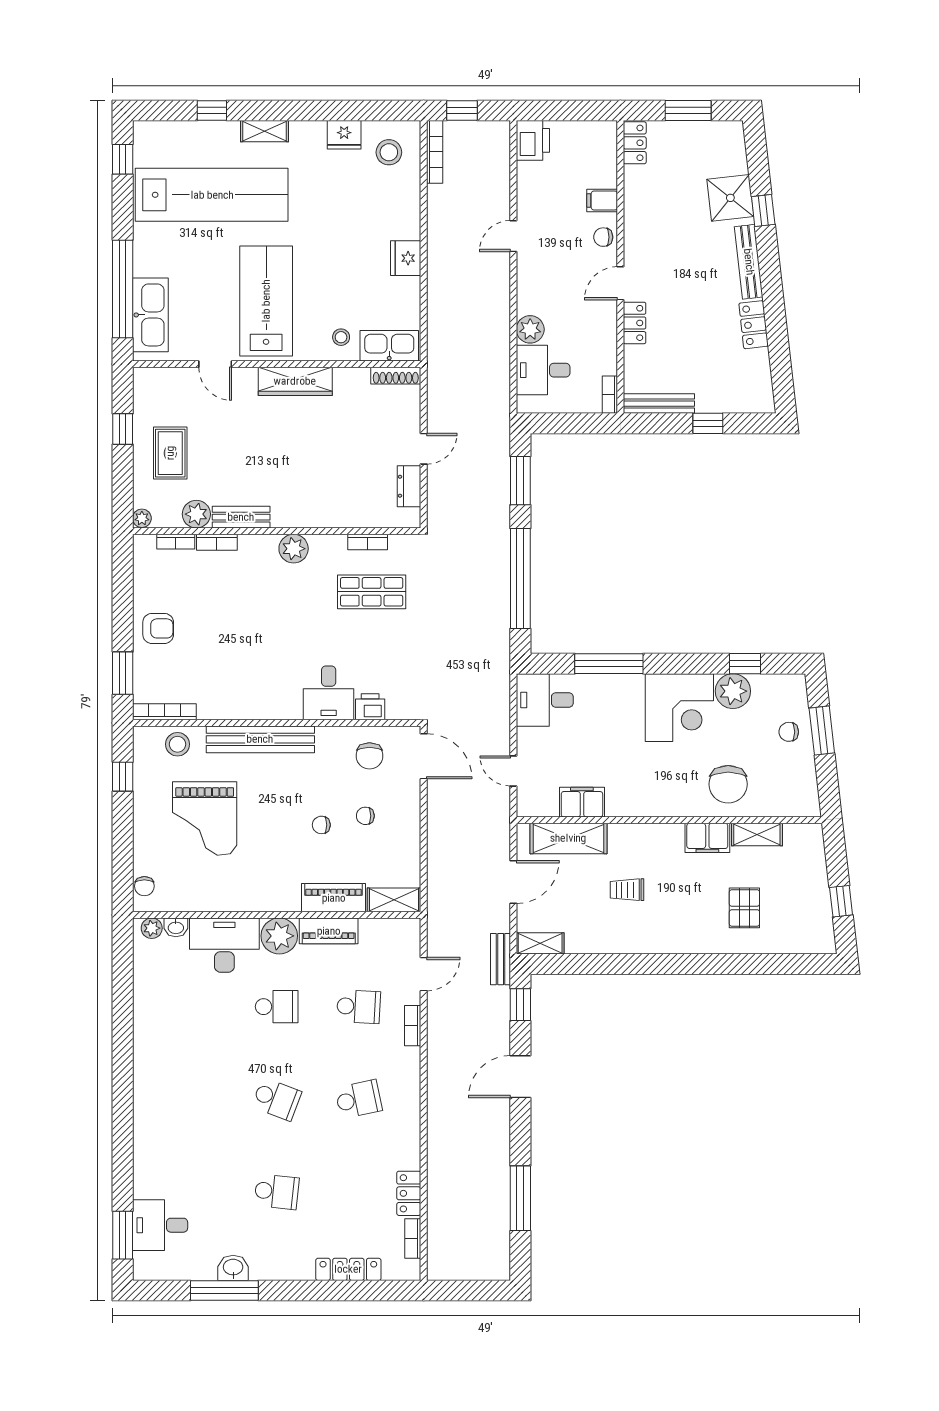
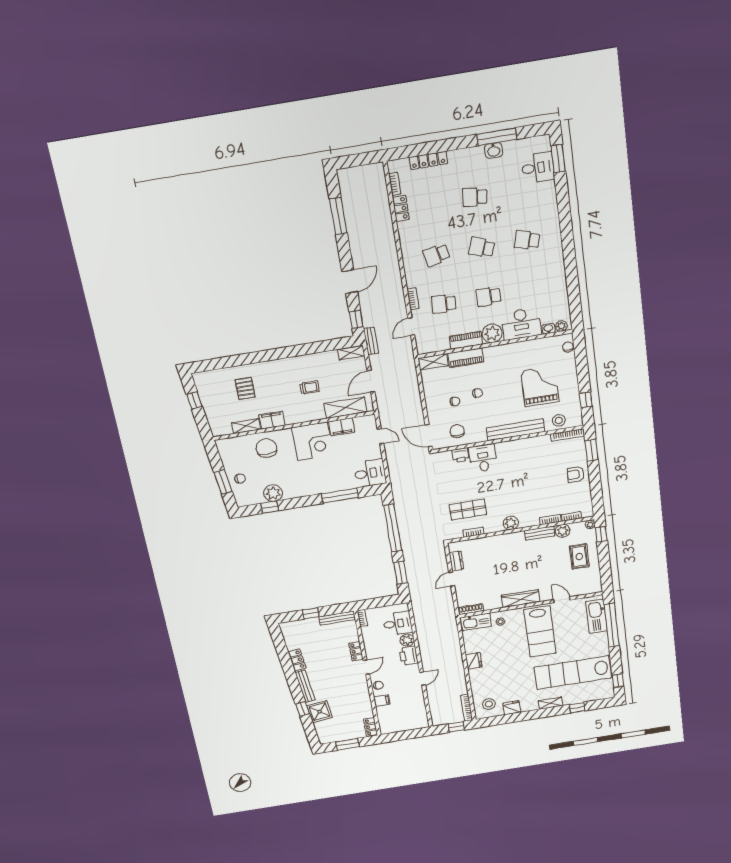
printer: (533, 140) -> (409, 656), moved
window: (123, 429) -> (601, 534), moved
corner desk: (679, 708) -> (313, 441), moved, turned 180
school desk: (195, 1099) -> (527, 240), added

